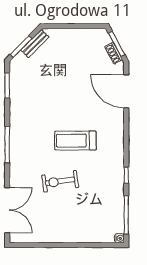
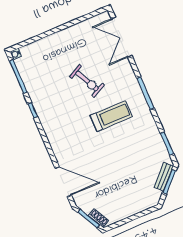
bench: (35, 44) -> (164, 177), moved
shoe rack: (114, 53) -> (98, 218), moved
treadmill: (75, 141) -> (111, 116), moved
exercise bike: (60, 181) -> (87, 81), turned 71

